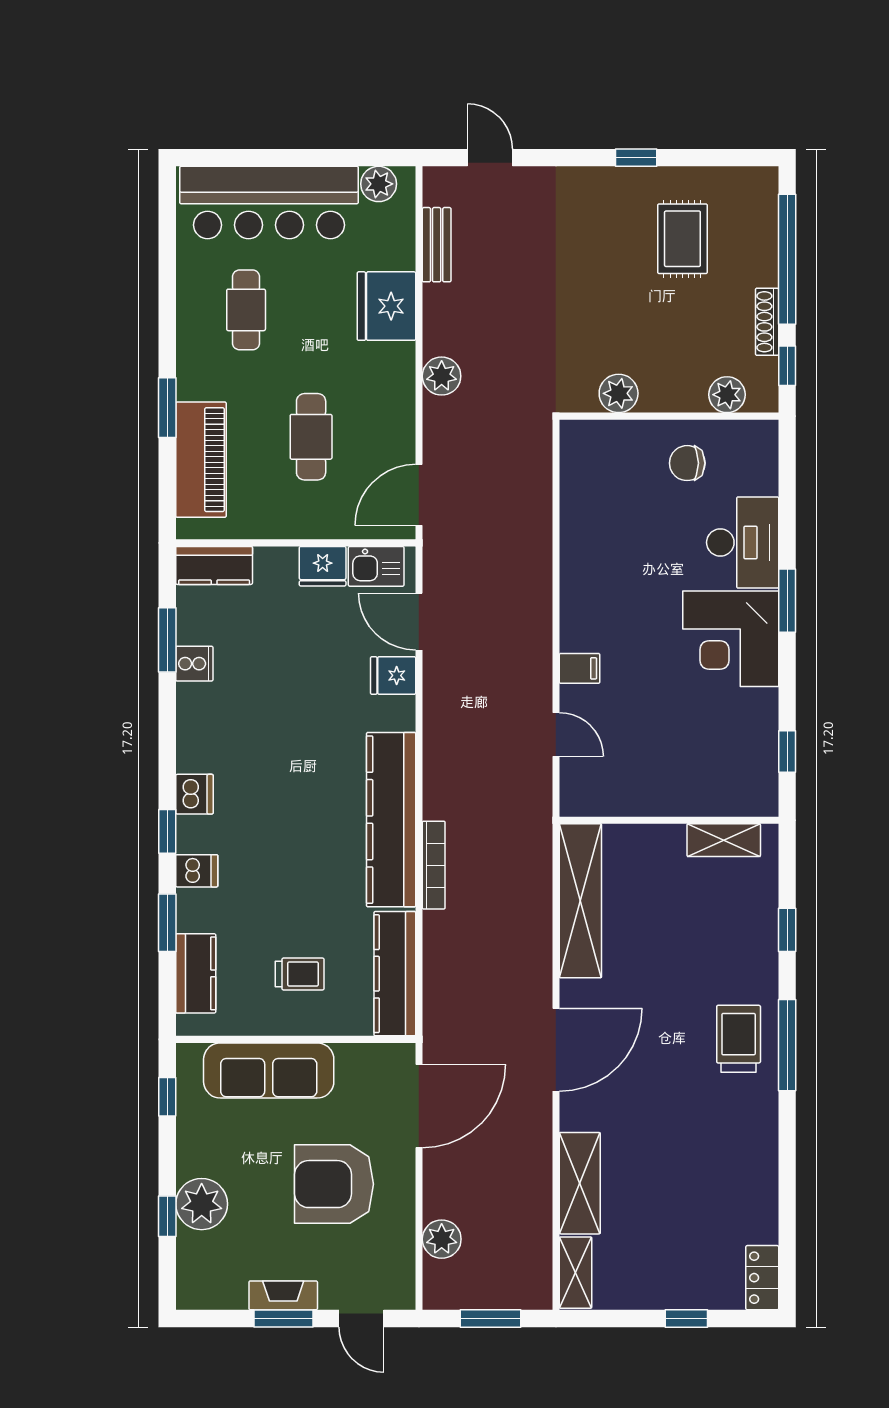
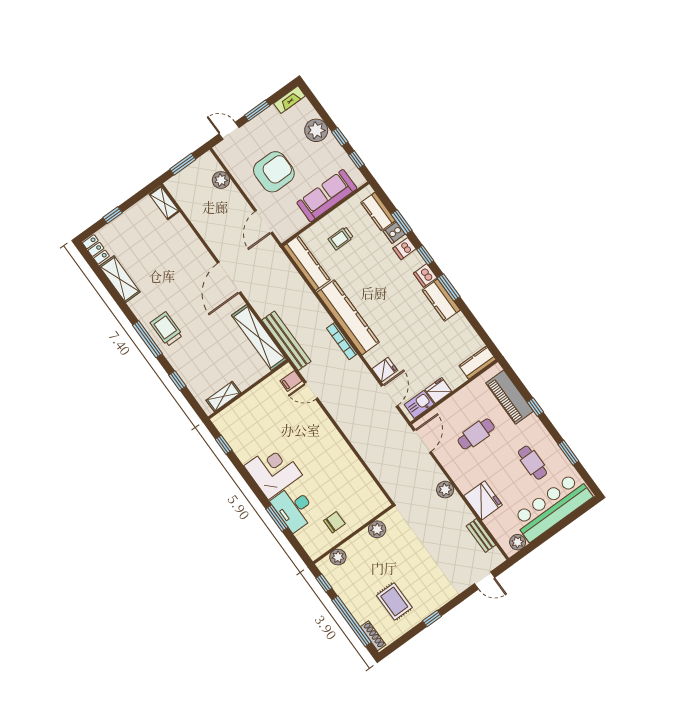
window: (167, 280) -> (568, 453), added
shoe rack: (767, 322) -> (373, 636), moved
window: (167, 408) -> (535, 407), width x0.67
cafe table: (311, 437) -> (476, 434), turned 90
window: (787, 601) -> (277, 518), moved
door: (419, 622) -> (389, 396), hinge flipped
window: (167, 640) -> (449, 287), moved
cooker: (194, 664) -> (394, 233), moved
filing cabinet: (579, 668) -> (291, 381), moved
kitchen counter: (198, 728) -> (441, 300), added
bench: (535, 859) -> (286, 341), added
bookcase: (434, 865) -> (342, 341), moved
trolley: (739, 1039) -> (166, 329), turned 180
door: (419, 1106) -> (264, 222), width x0.73
shelving: (580, 1183) -> (120, 279), moved
window: (167, 1216) -> (340, 137), moved
fireplace: (283, 1295) -> (289, 100), moved

